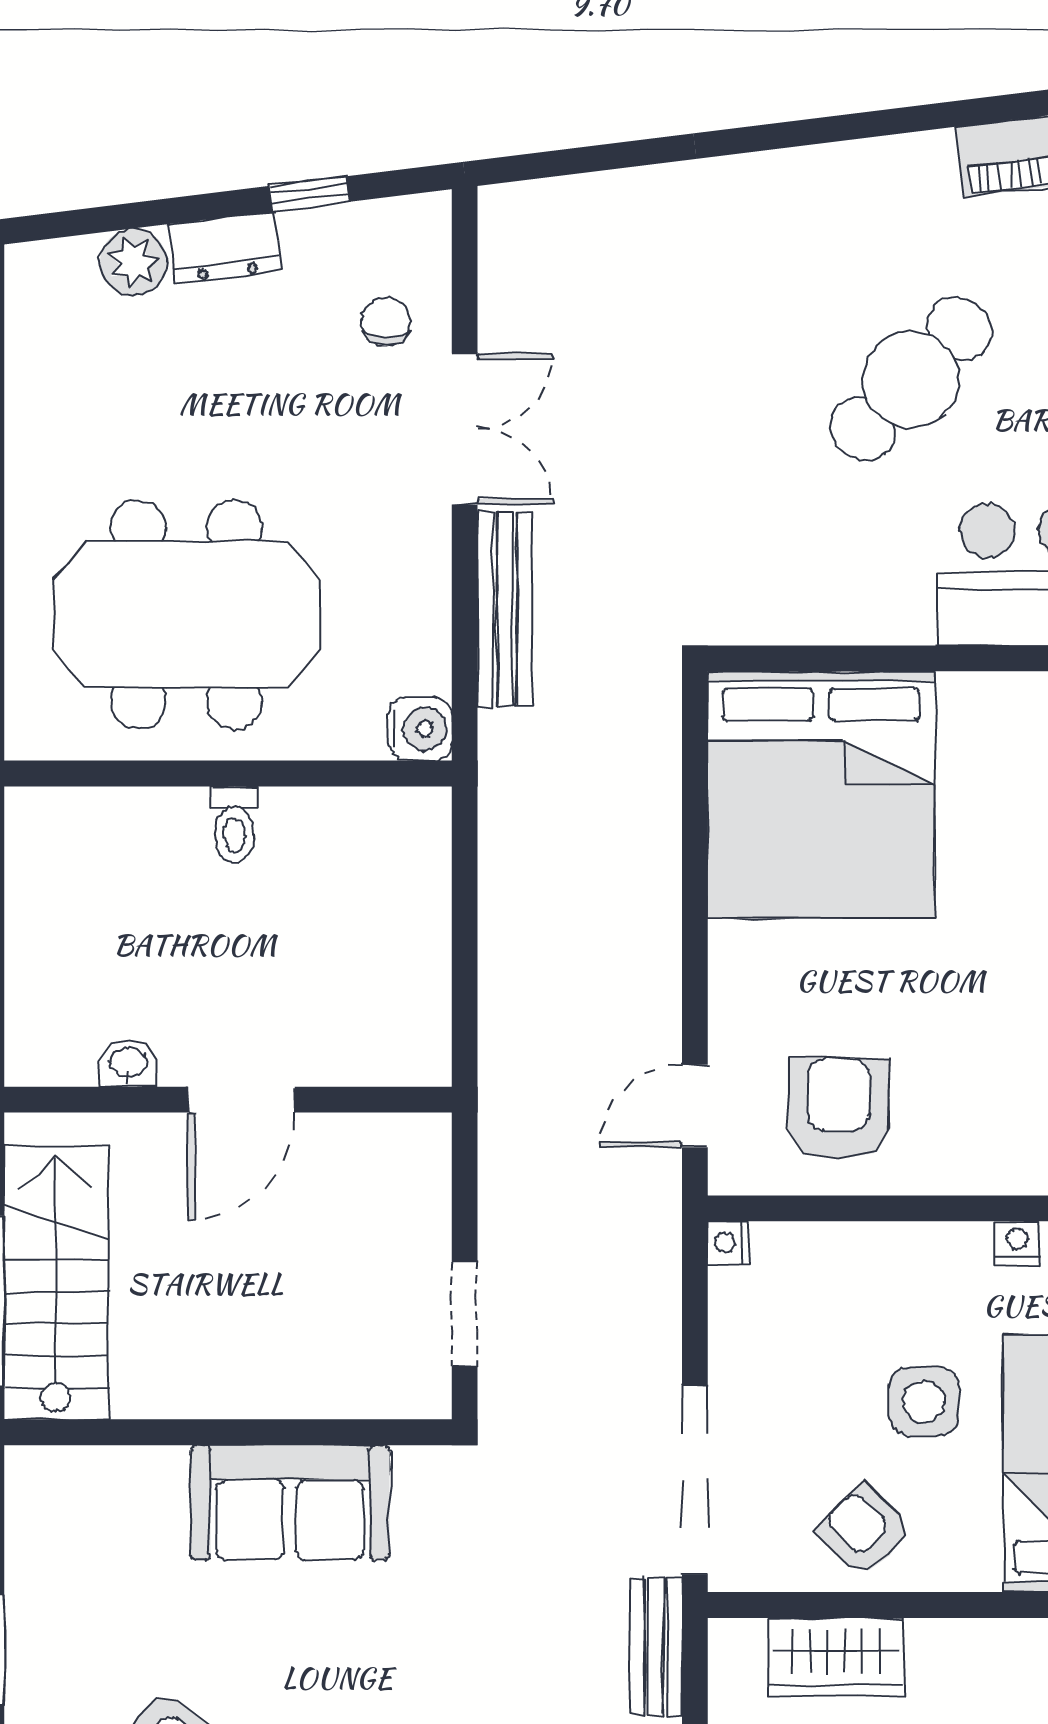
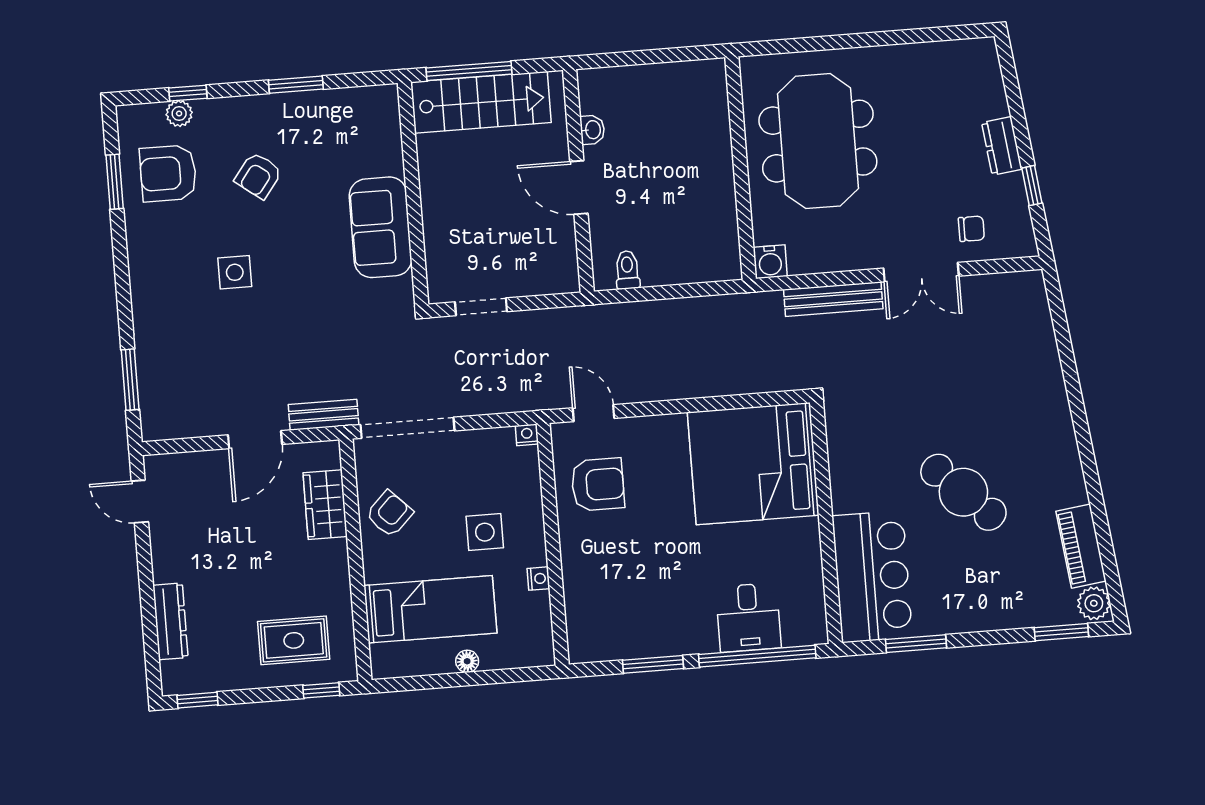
plant: (133, 262) -> (991, 101), removed
toilet: (234, 824) -> (627, 270), moved, turned 90
side table: (924, 1402) -> (485, 532), moved

